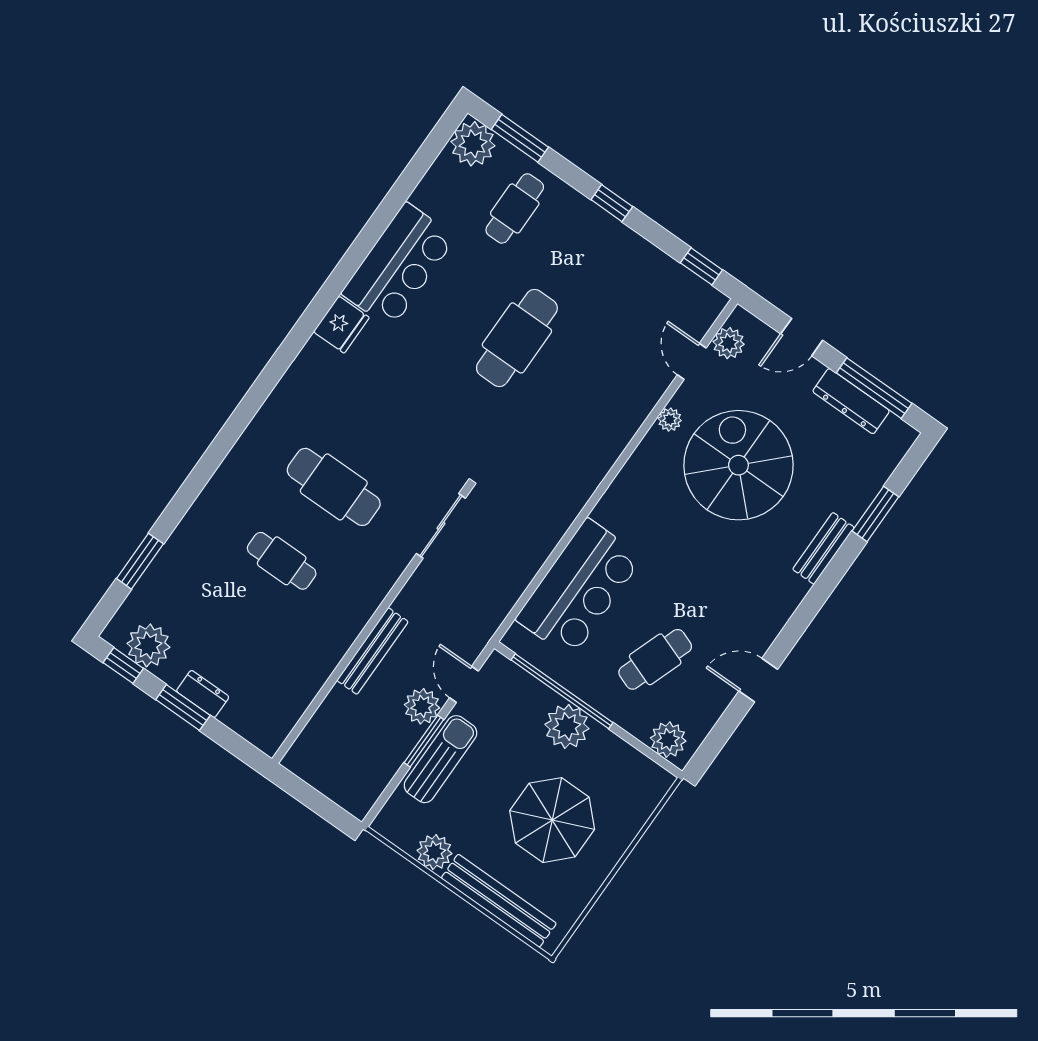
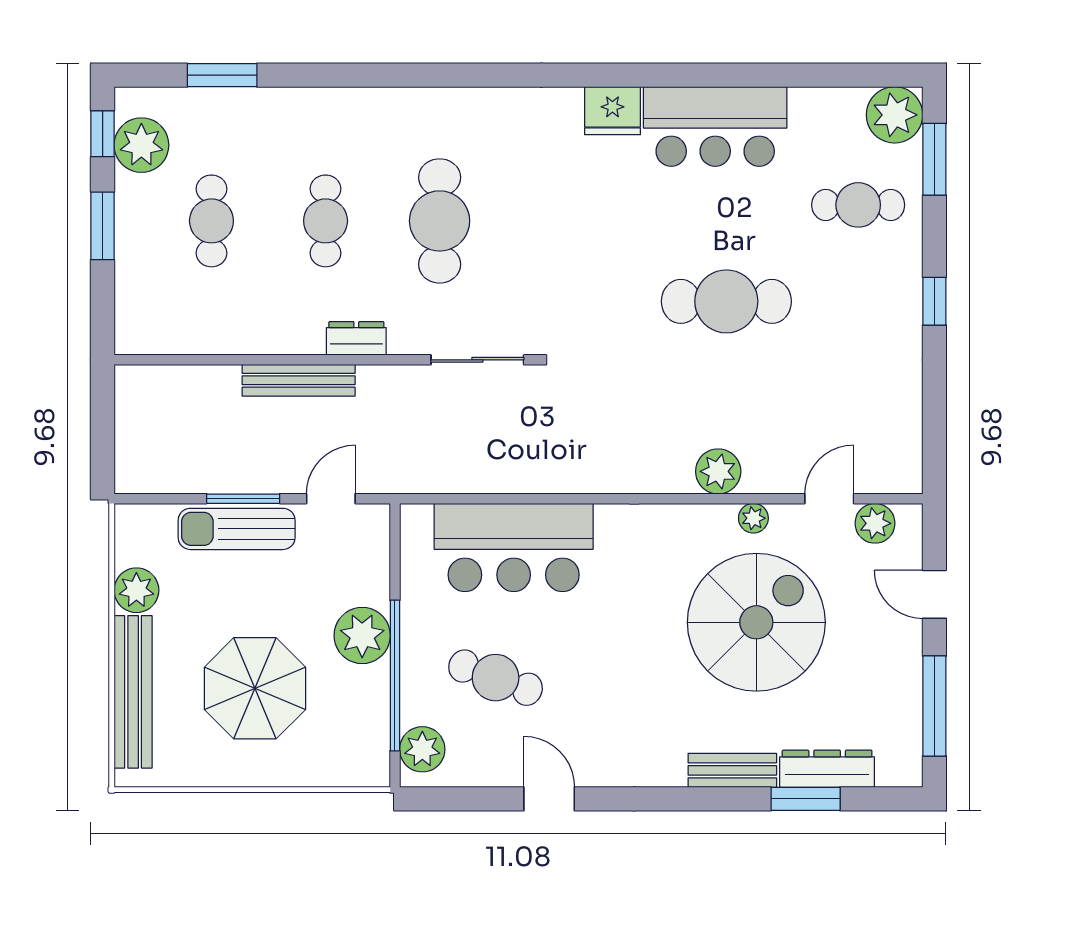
window: (701, 266) -> (934, 440), removed
dresser: (851, 401) -> (827, 769), moved, turned 90
cafe table: (230, 635) -> (211, 221), added
window: (562, 691) -> (395, 675), moved
dresser: (203, 694) -> (356, 338), moved, turned -90
plant: (422, 706) -> (718, 471), moved
sun lounger: (440, 759) -> (237, 529), turned 180

